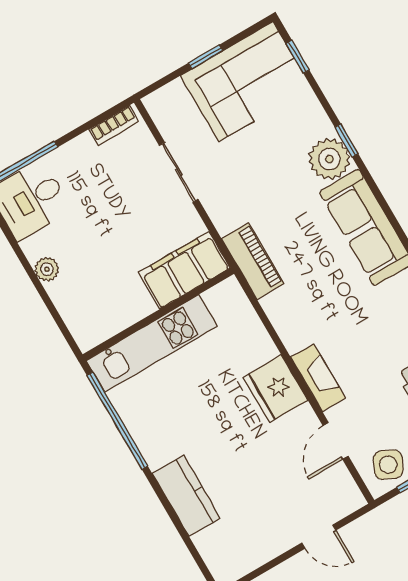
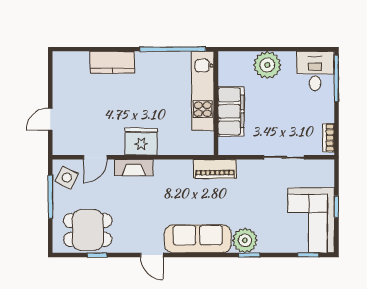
plant: (47, 269) -> (267, 65), width x1.88, depth x1.88
filing cabinet: (184, 270) -> (231, 111), moved
door: (336, 441) -> (95, 157), swing flipped

